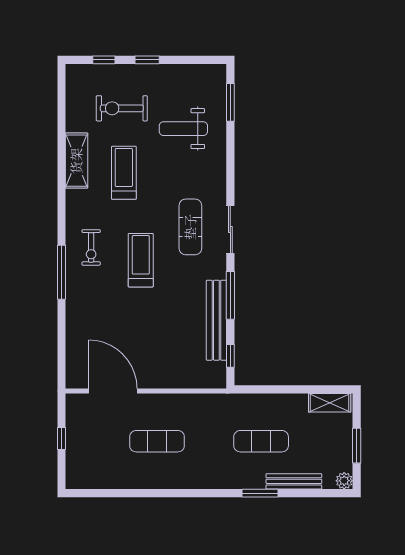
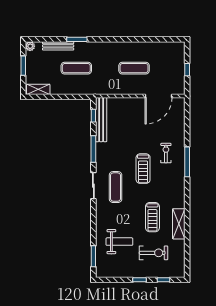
exercise bike: (91, 247) -> (166, 153), moved
bench: (216, 320) -> (101, 120), moved
door: (113, 391) -> (159, 96), hinge flipped

